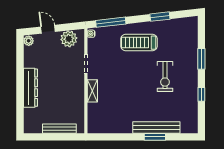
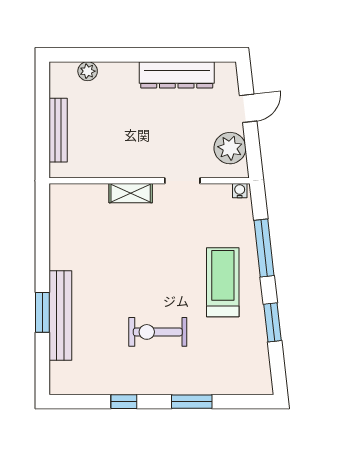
window: (111, 22) -> (264, 248), moved
plant: (29, 41) -> (88, 71), moved
dresser: (31, 88) -> (177, 75), moved

